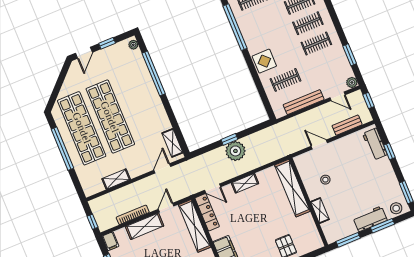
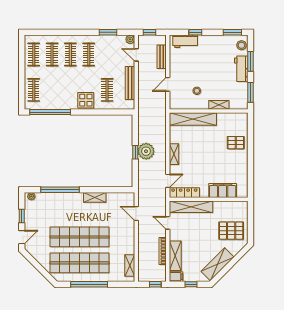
door: (84, 53) -> (22, 237), hinge flipped
door: (338, 96) -> (136, 55), swing flipped
shelving: (172, 143) -> (95, 197), moved
shelving: (116, 179) -> (130, 266), moved
shelving: (145, 226) -> (175, 256), moved

